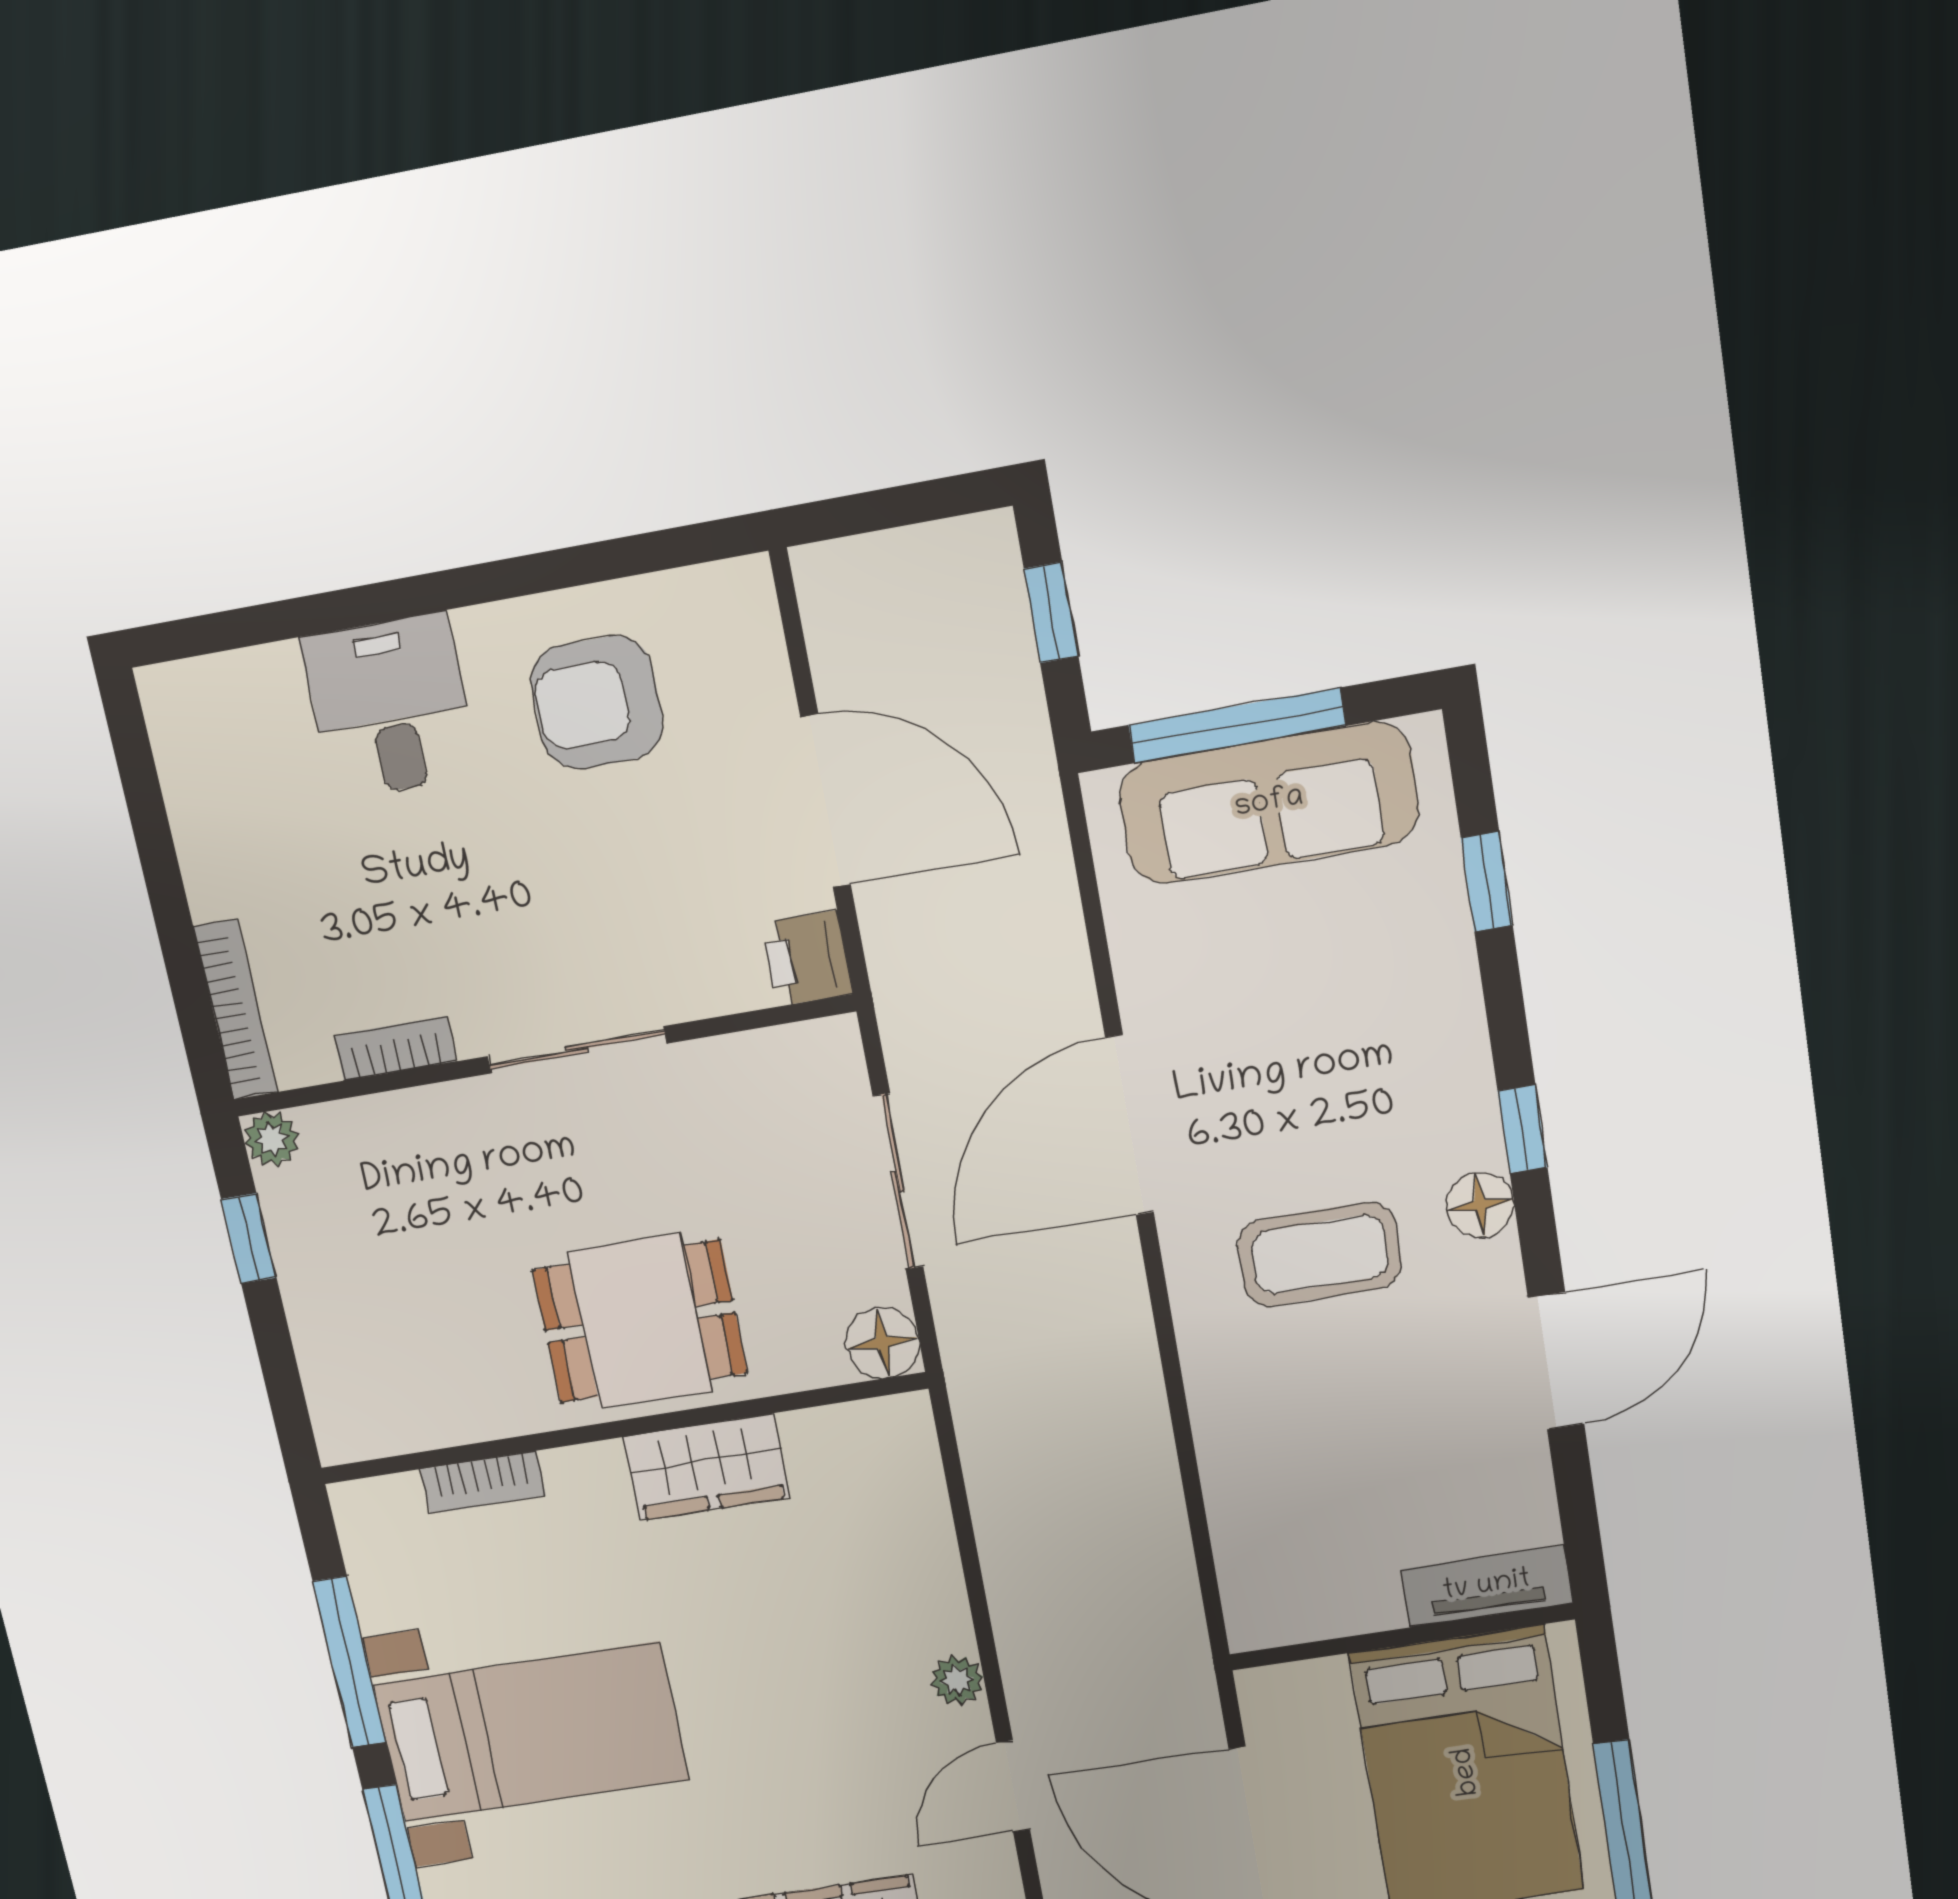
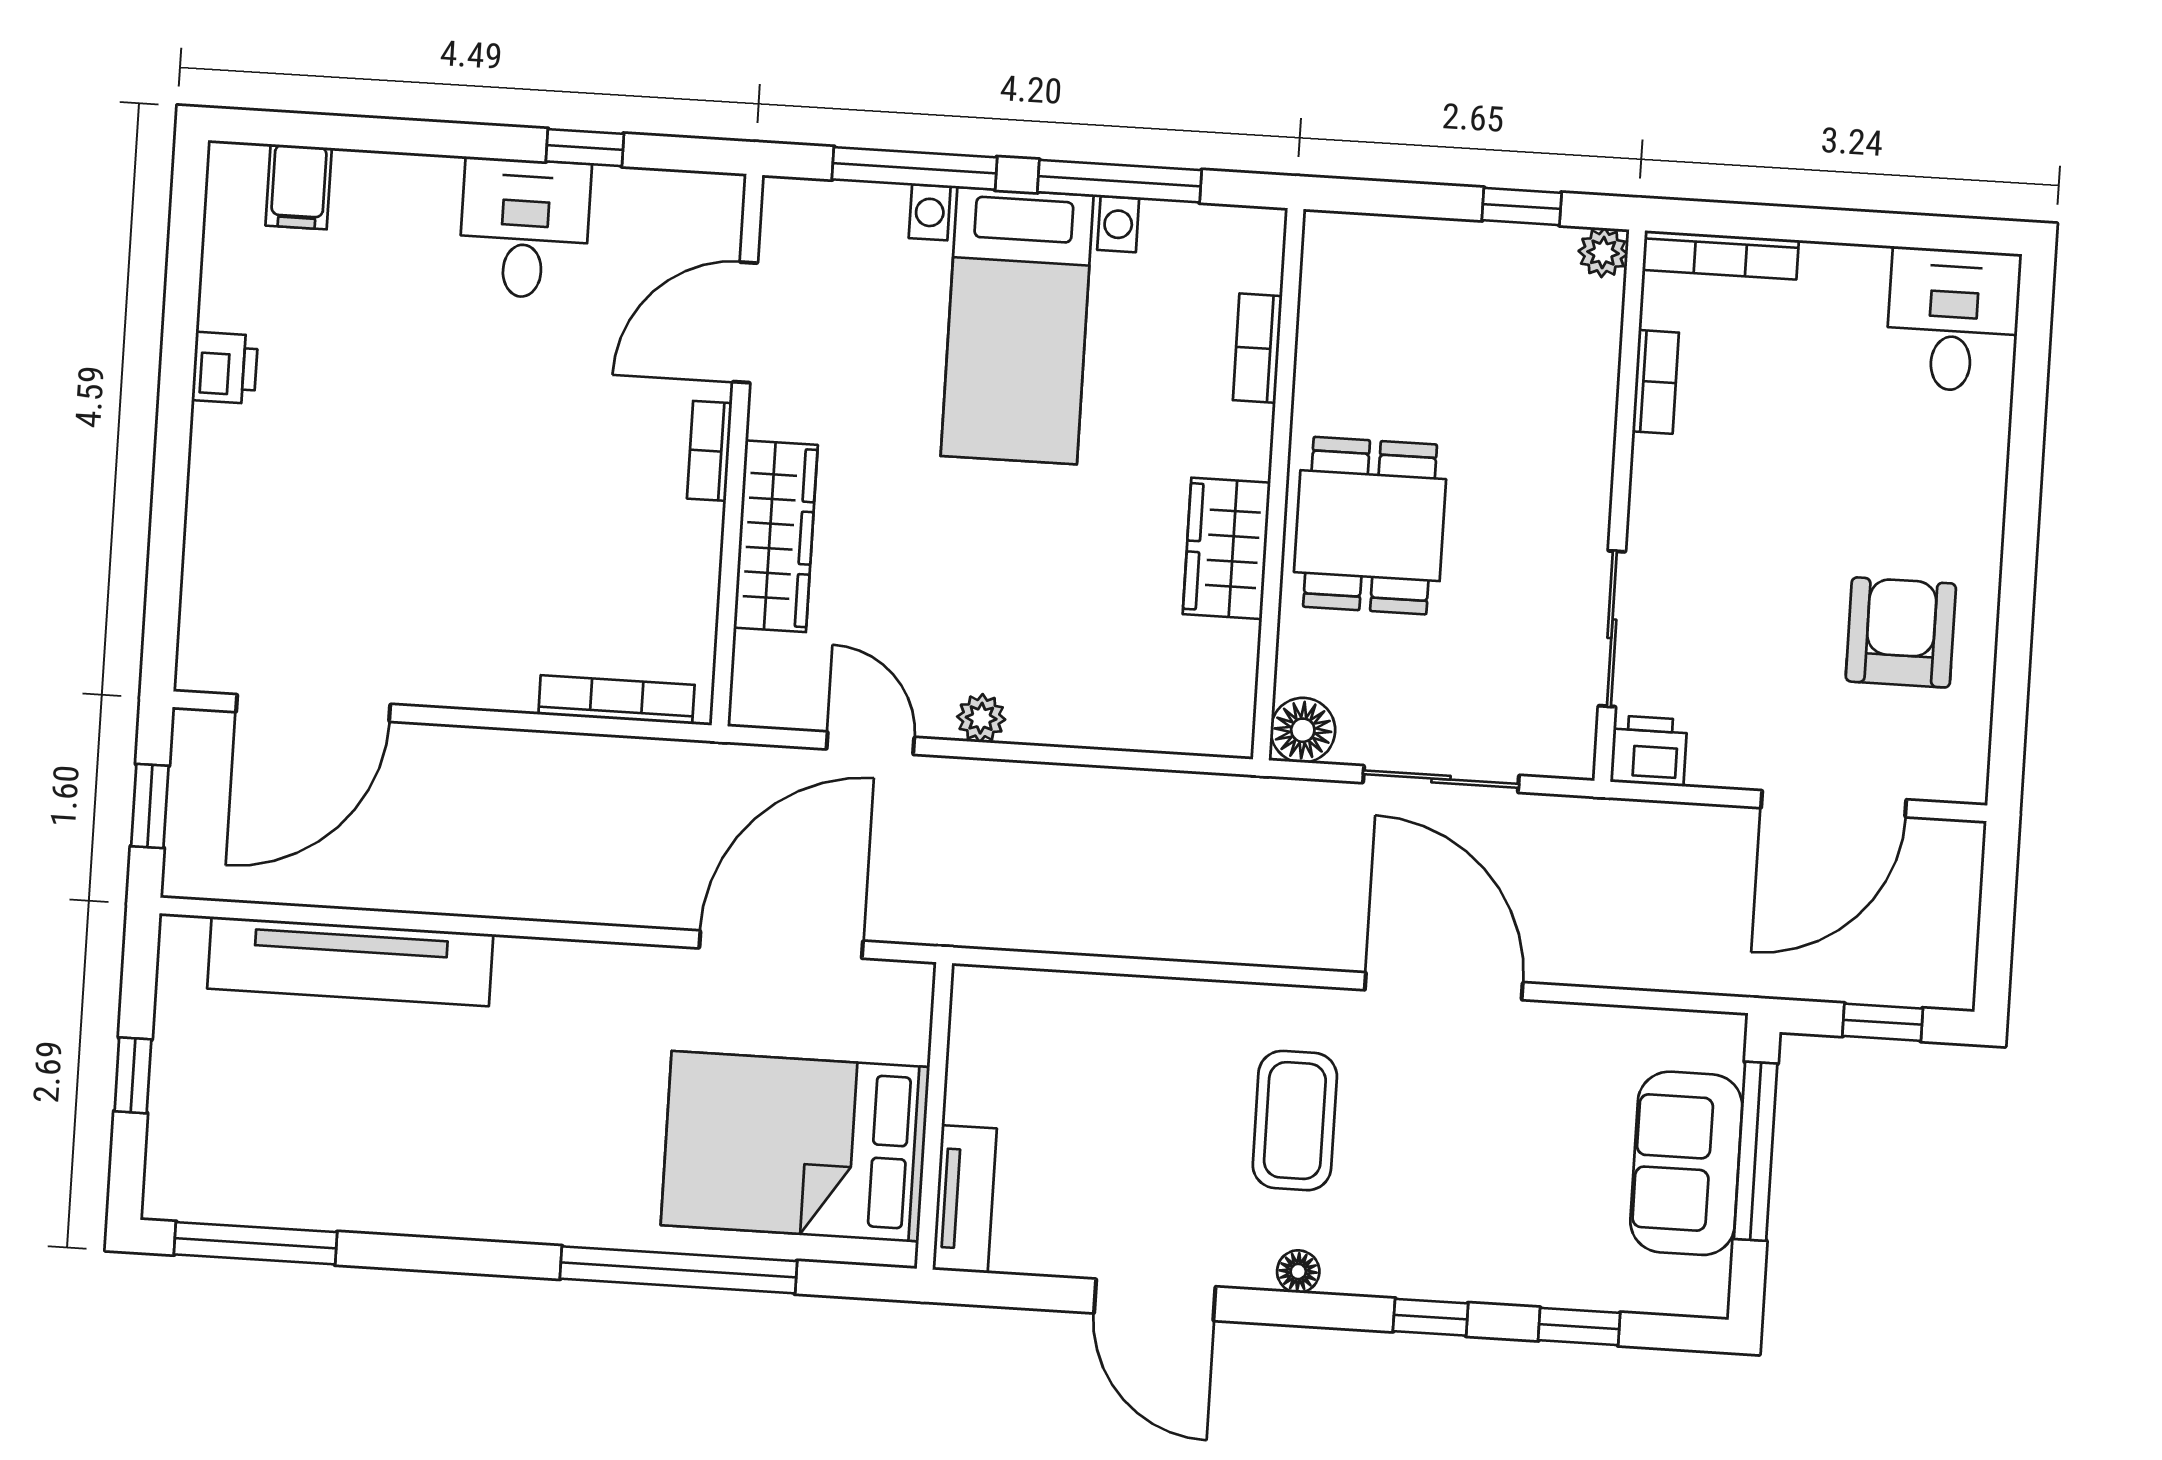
desk: (390, 706) -> (1953, 320), moved, turned -90
door: (826, 801) -> (1834, 804), moved
sofa: (1269, 803) -> (1686, 1163), width x0.73
sliding door: (577, 1050) -> (1612, 629), moved
window: (1523, 1129) -> (1431, 1317), moved
floor lamp: (1480, 1205) -> (1298, 1271), width x0.73, depth x0.73

